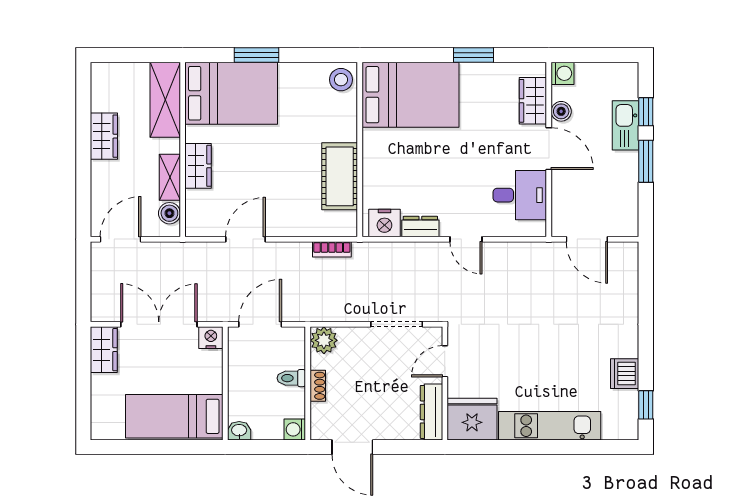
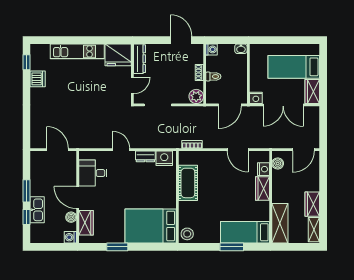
bed: (231, 93) -> (245, 232), width x0.67
shelving: (170, 177) -> (314, 230), moved
nightstand: (196, 202) -> (264, 169), added
door: (245, 239) -> (238, 150), hinge flipped
bed: (174, 416) -> (294, 67), moved, turned 180

